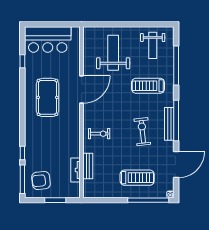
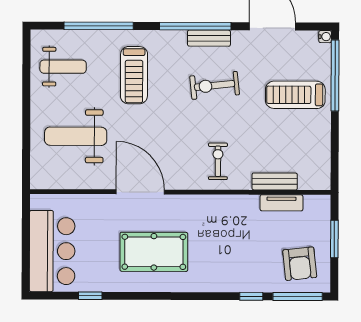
bench: (169, 124) -> (209, 38), width x0.73
treadmill: (137, 178) -> (295, 95), turned -90

